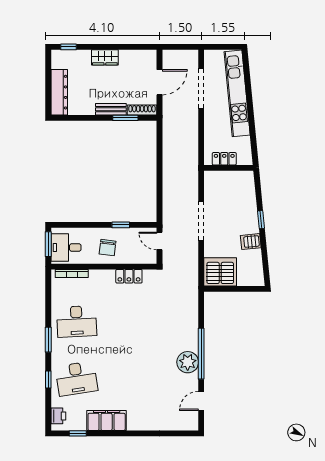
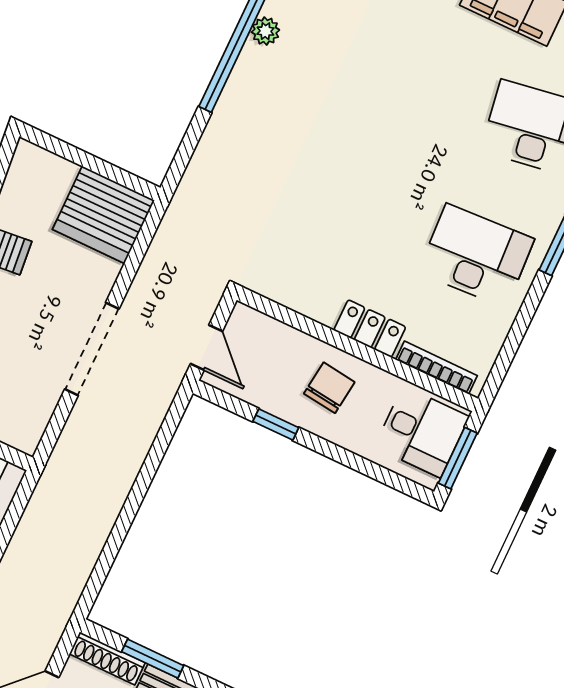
locker: (129, 276) -> (370, 329), moved
plant: (188, 362) -> (265, 31), width x0.53, depth x0.53

